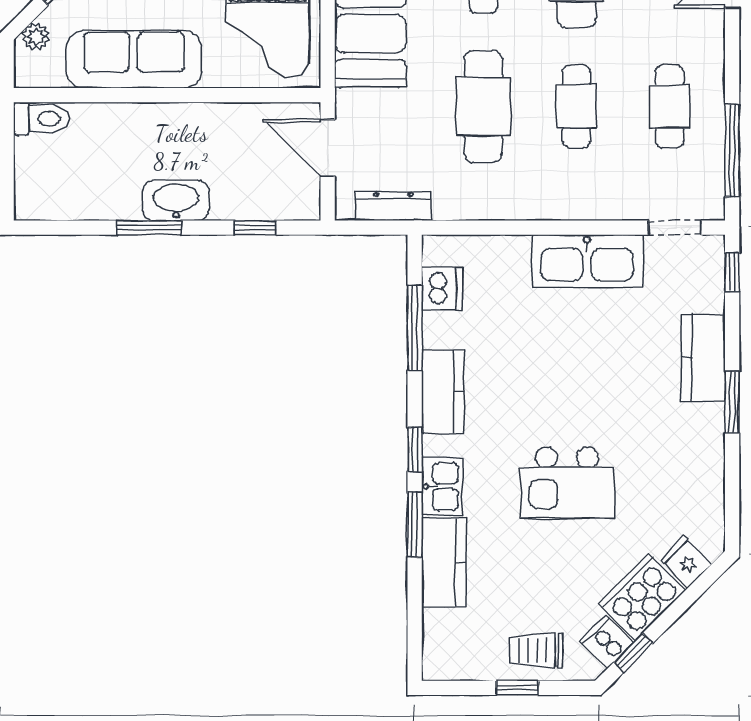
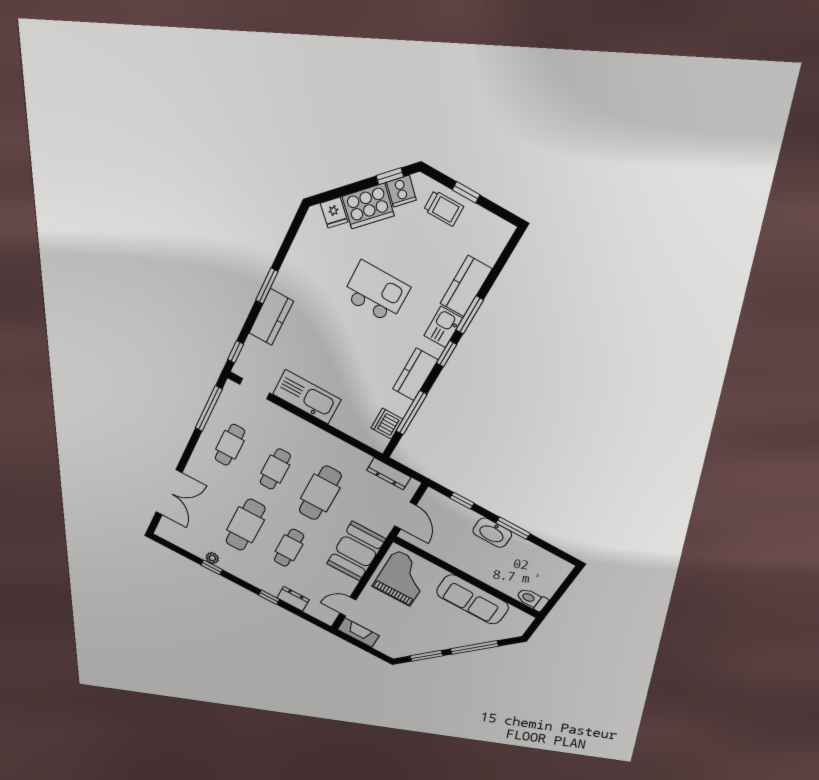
plant: (36, 37) -> (511, 632), removed

